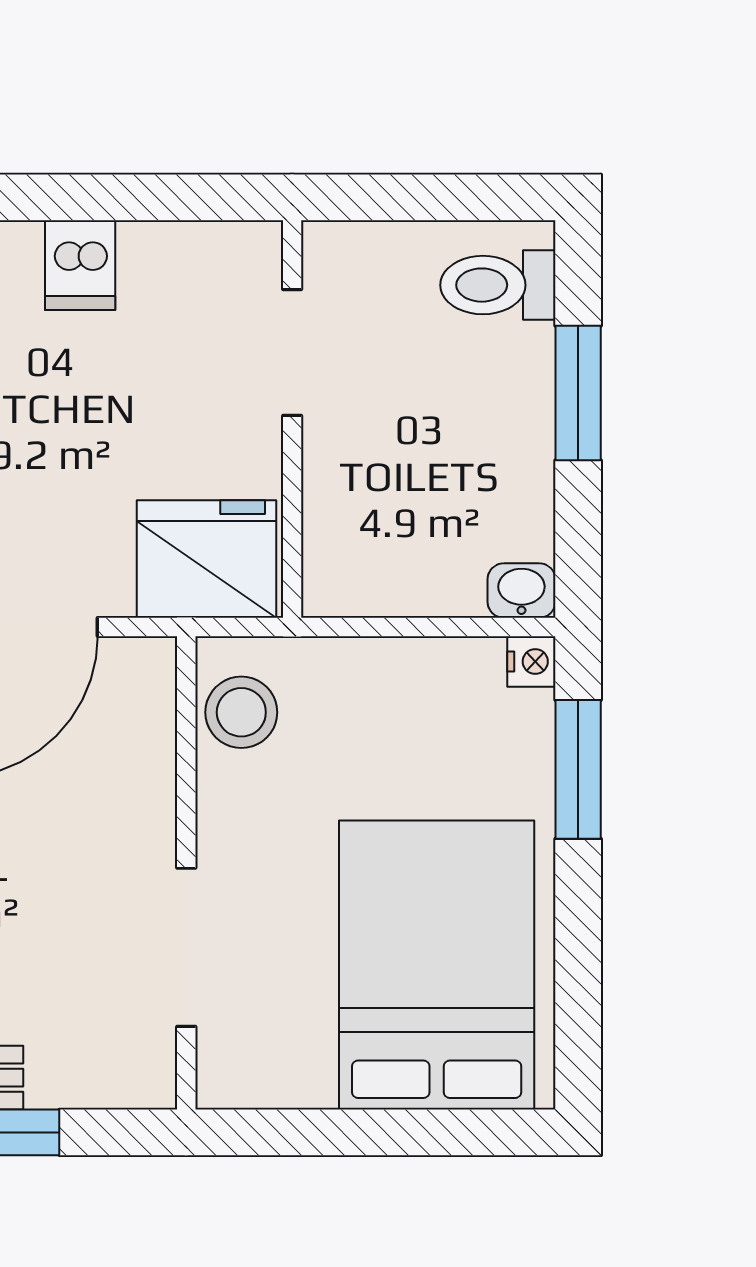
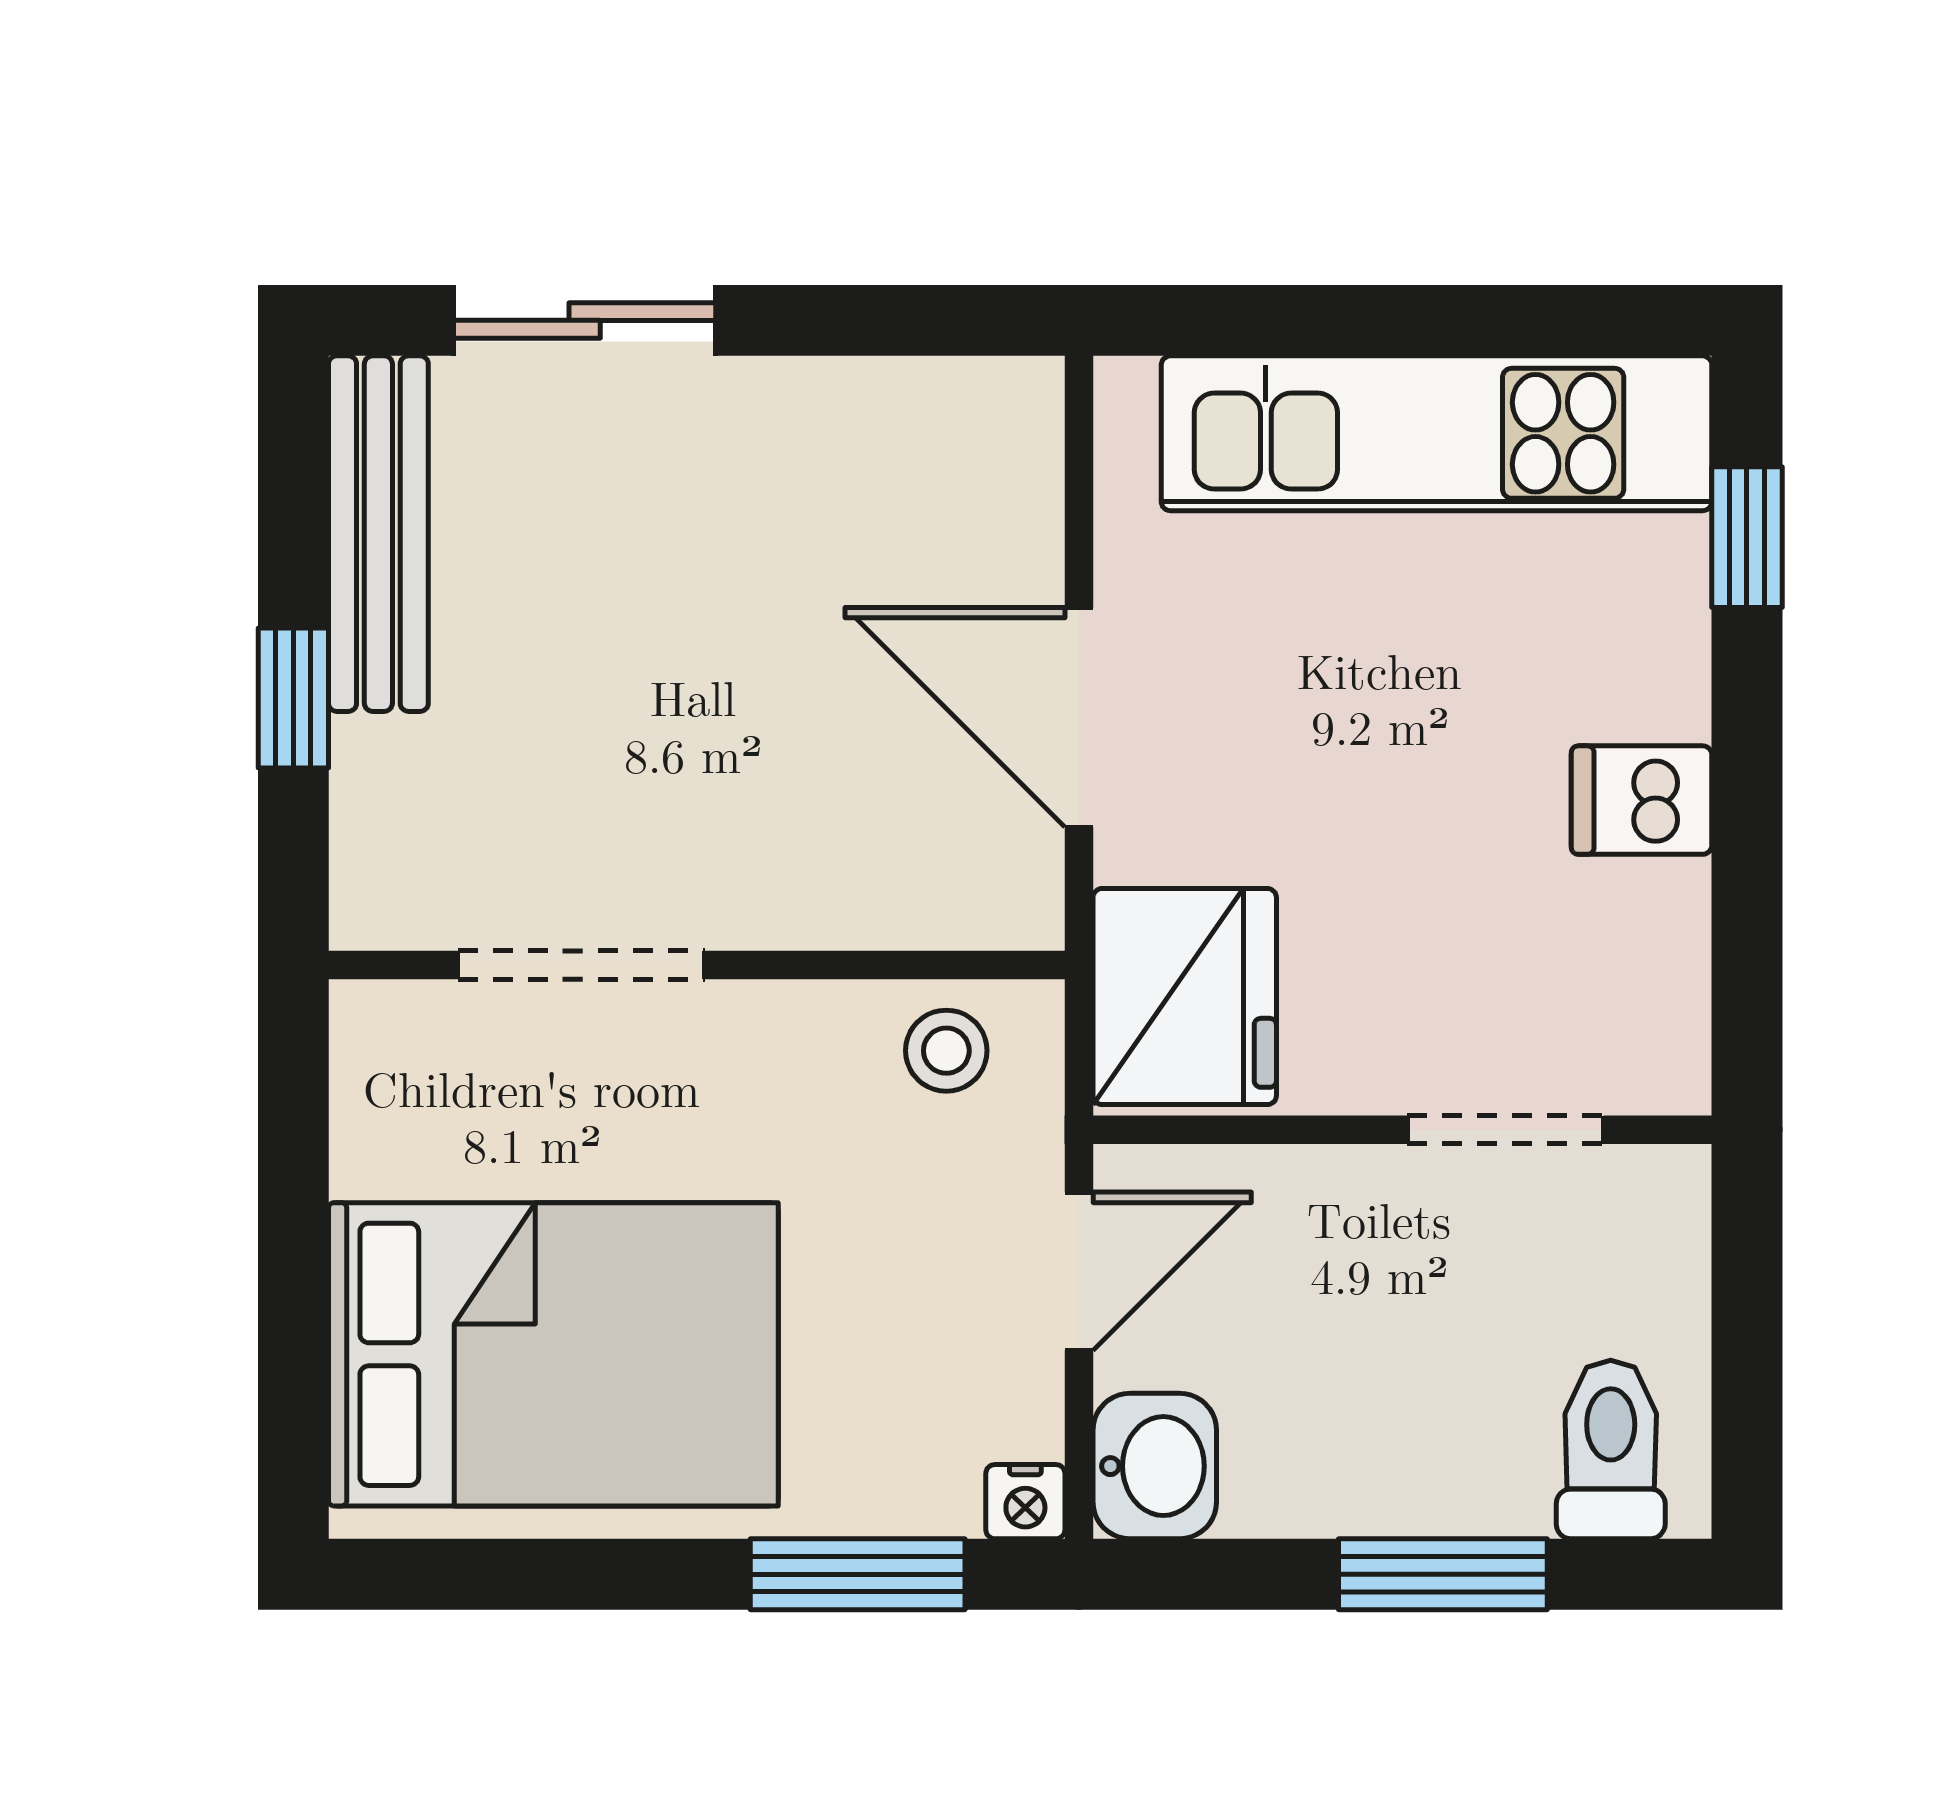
washbasin: (521, 591) -> (1155, 1466), width x1.38, depth x1.45
door: (383, 627) -> (1079, 1271), added
stool: (241, 712) -> (946, 1051), width x0.73, depth x0.73

